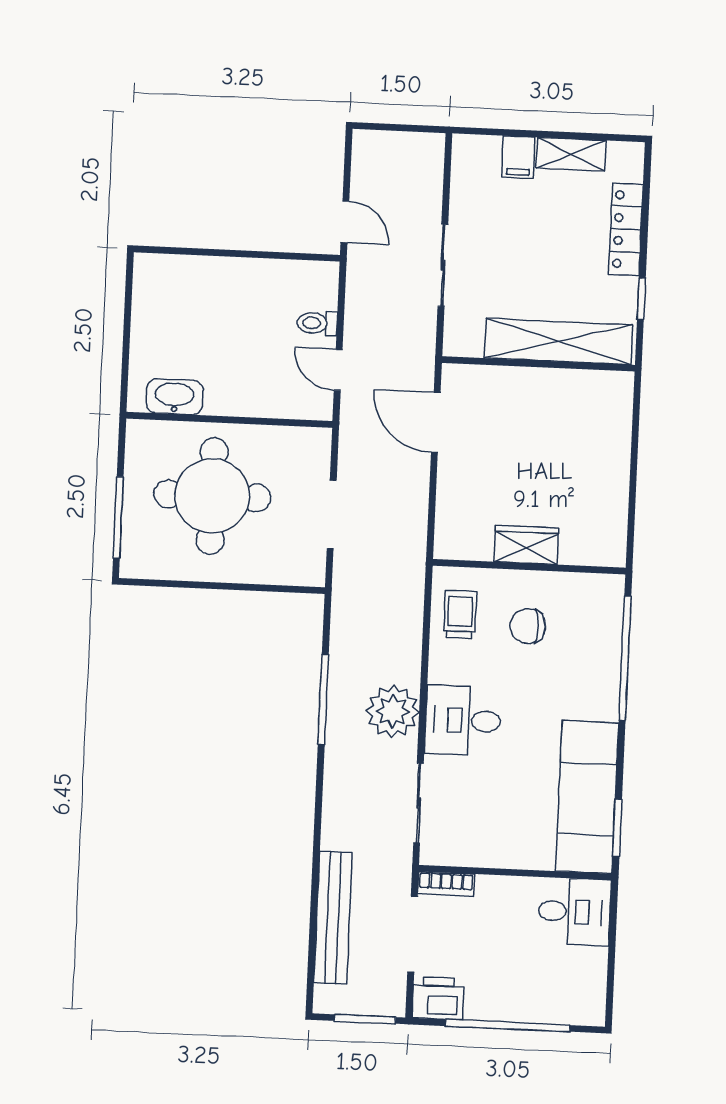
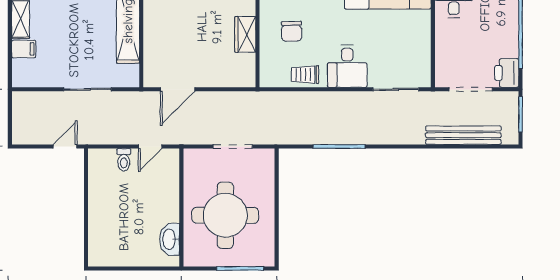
trolley: (460, 614) -> (305, 75), moved
plant: (393, 711) -> (344, 106), removed
bookcase: (446, 884) -> (441, 71), removed

